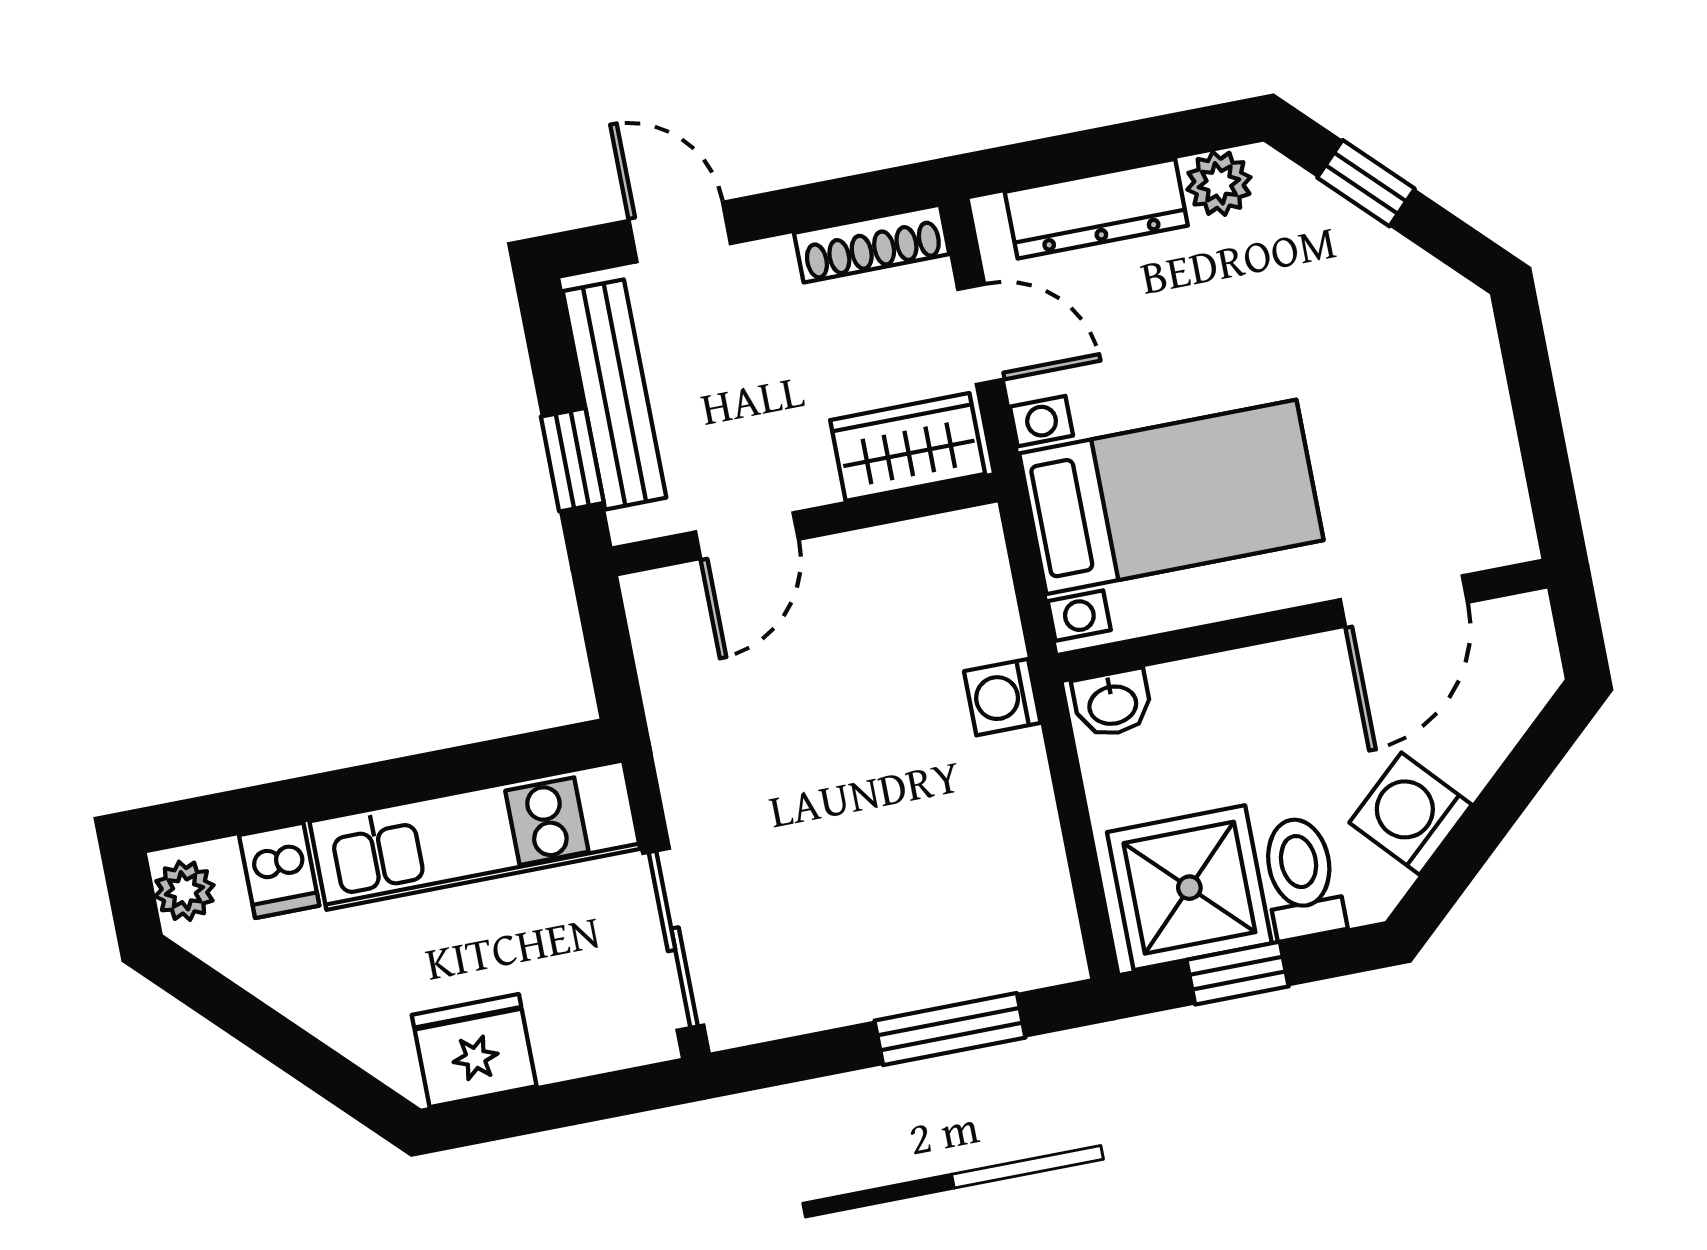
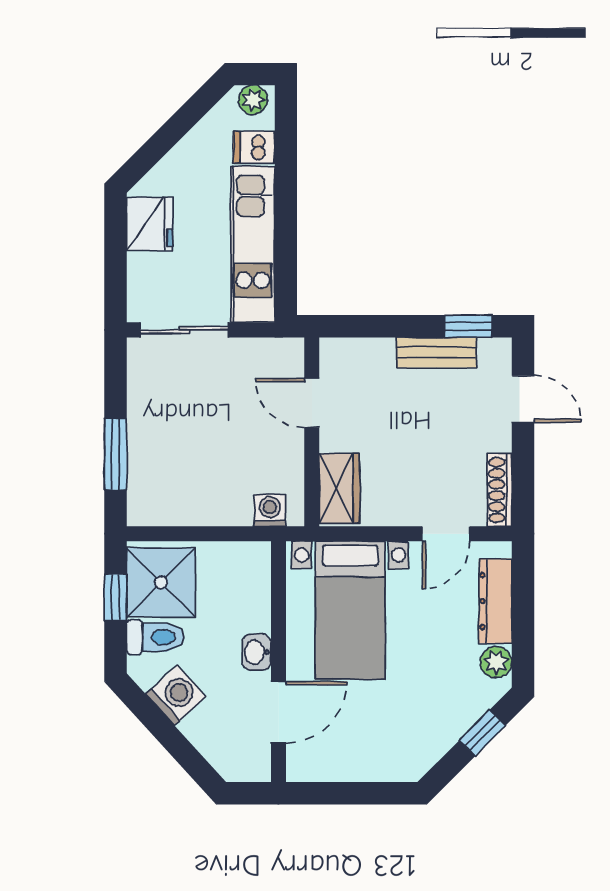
door: (680, 232) -> (523, 399), hinge flipped
bench: (615, 394) -> (437, 353), width x0.73
wardrobe: (908, 447) -> (339, 488), moved
window: (572, 460) -> (468, 326), moved
wall: (805, 524) -> (312, 432), moved
door: (747, 536) -> (312, 403), moved
door: (1404, 601) -> (278, 712), swing flipped
washbasin: (1112, 703) -> (257, 652), moved

